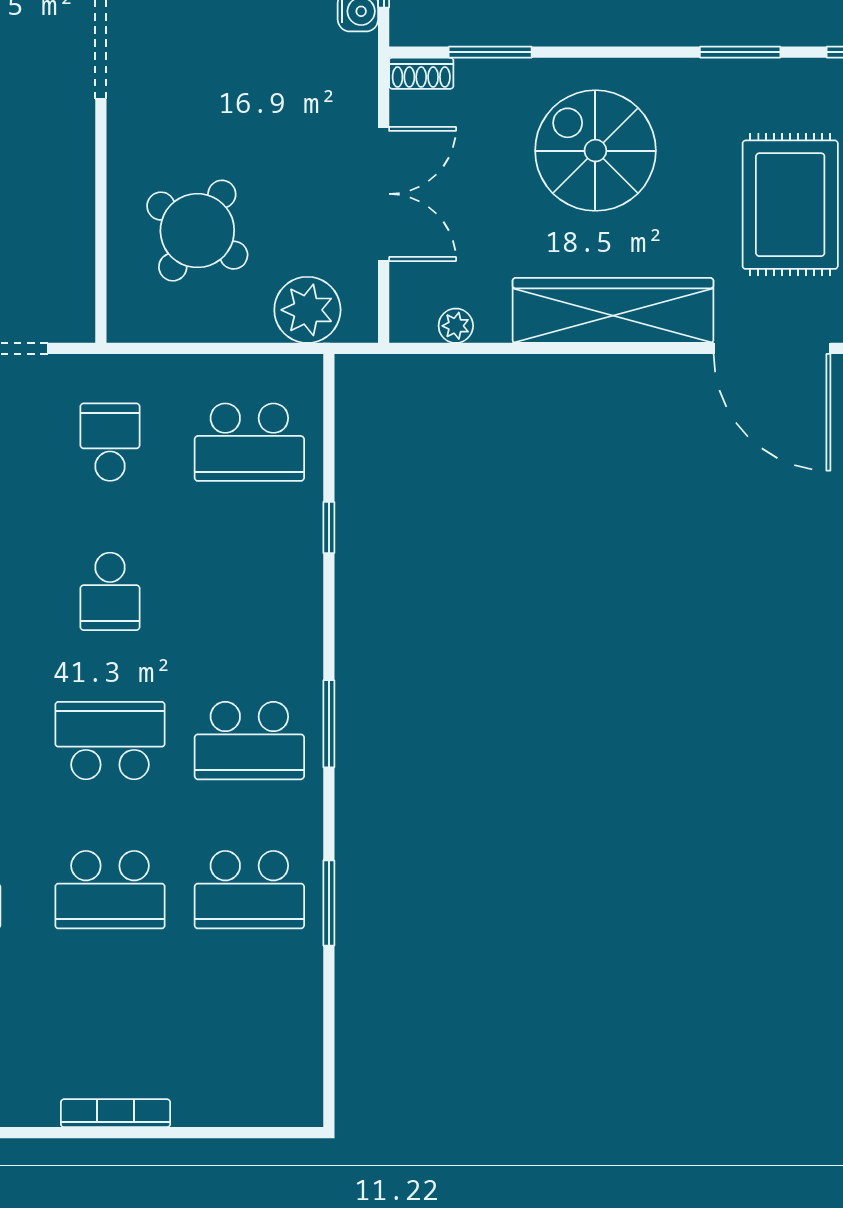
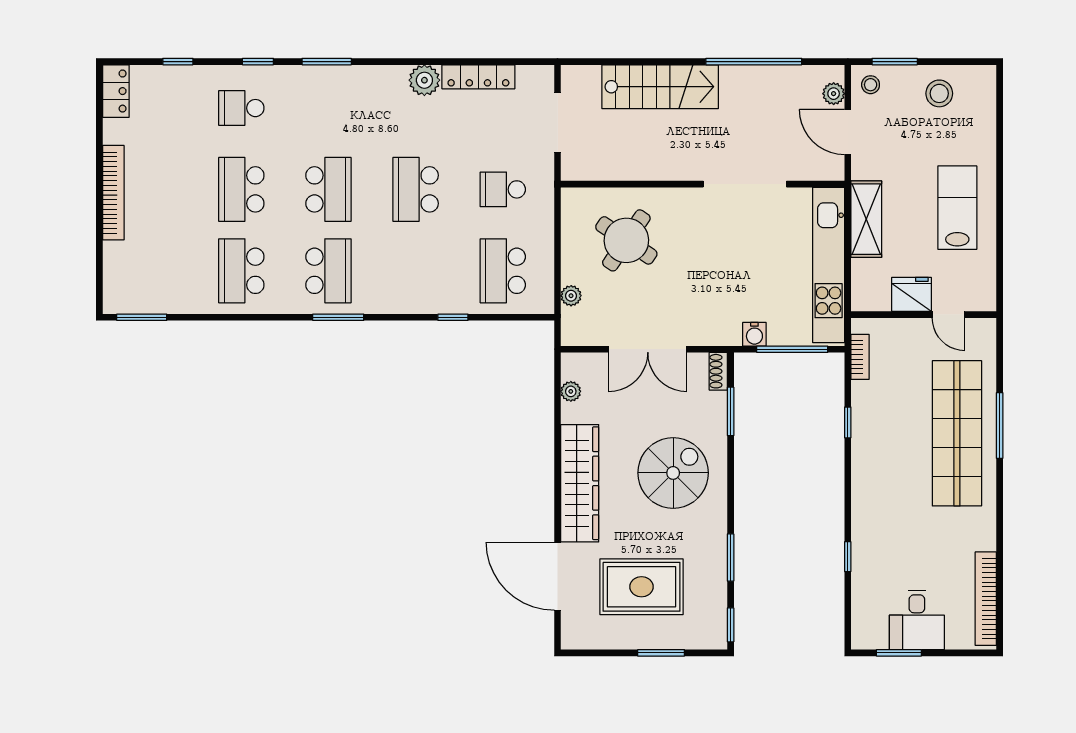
plant: (307, 310) -> (571, 296), width x0.53, depth x0.53
door: (772, 348) -> (558, 576), hinge flipped
school desk: (110, 442) -> (503, 189), turned 180
school desk: (110, 591) -> (416, 189), width x1.85
school desk: (249, 741) -> (328, 271), turned 180
window: (329, 903) -> (142, 317), moved
bookcase: (116, 1113) -> (113, 193), width x1.48, depth x1.31

